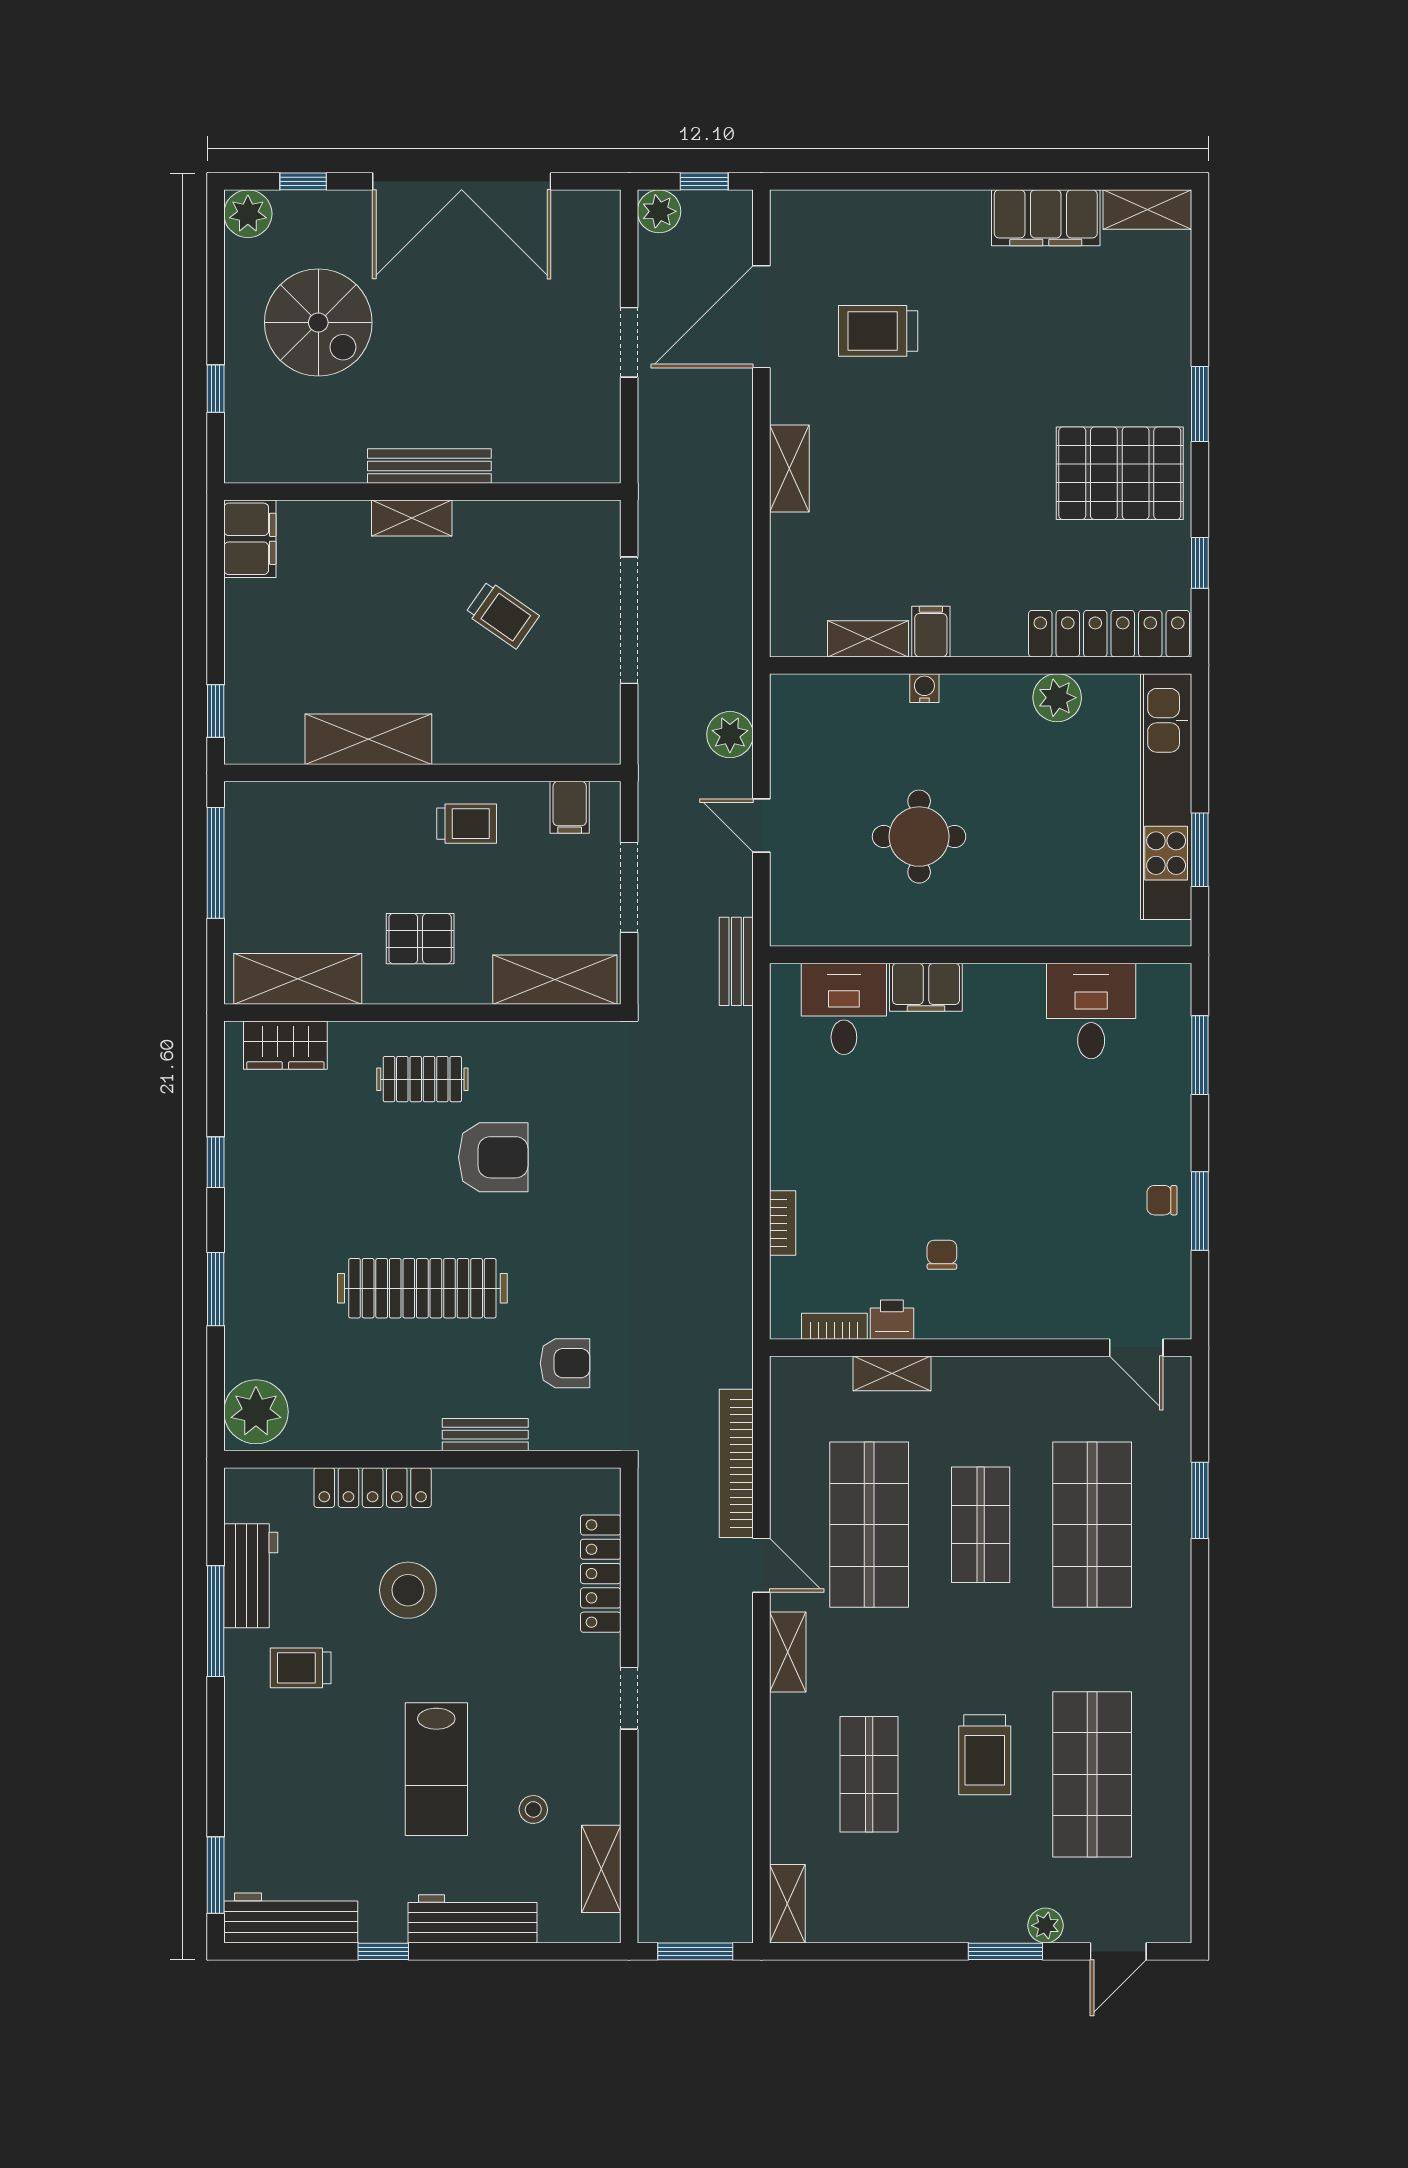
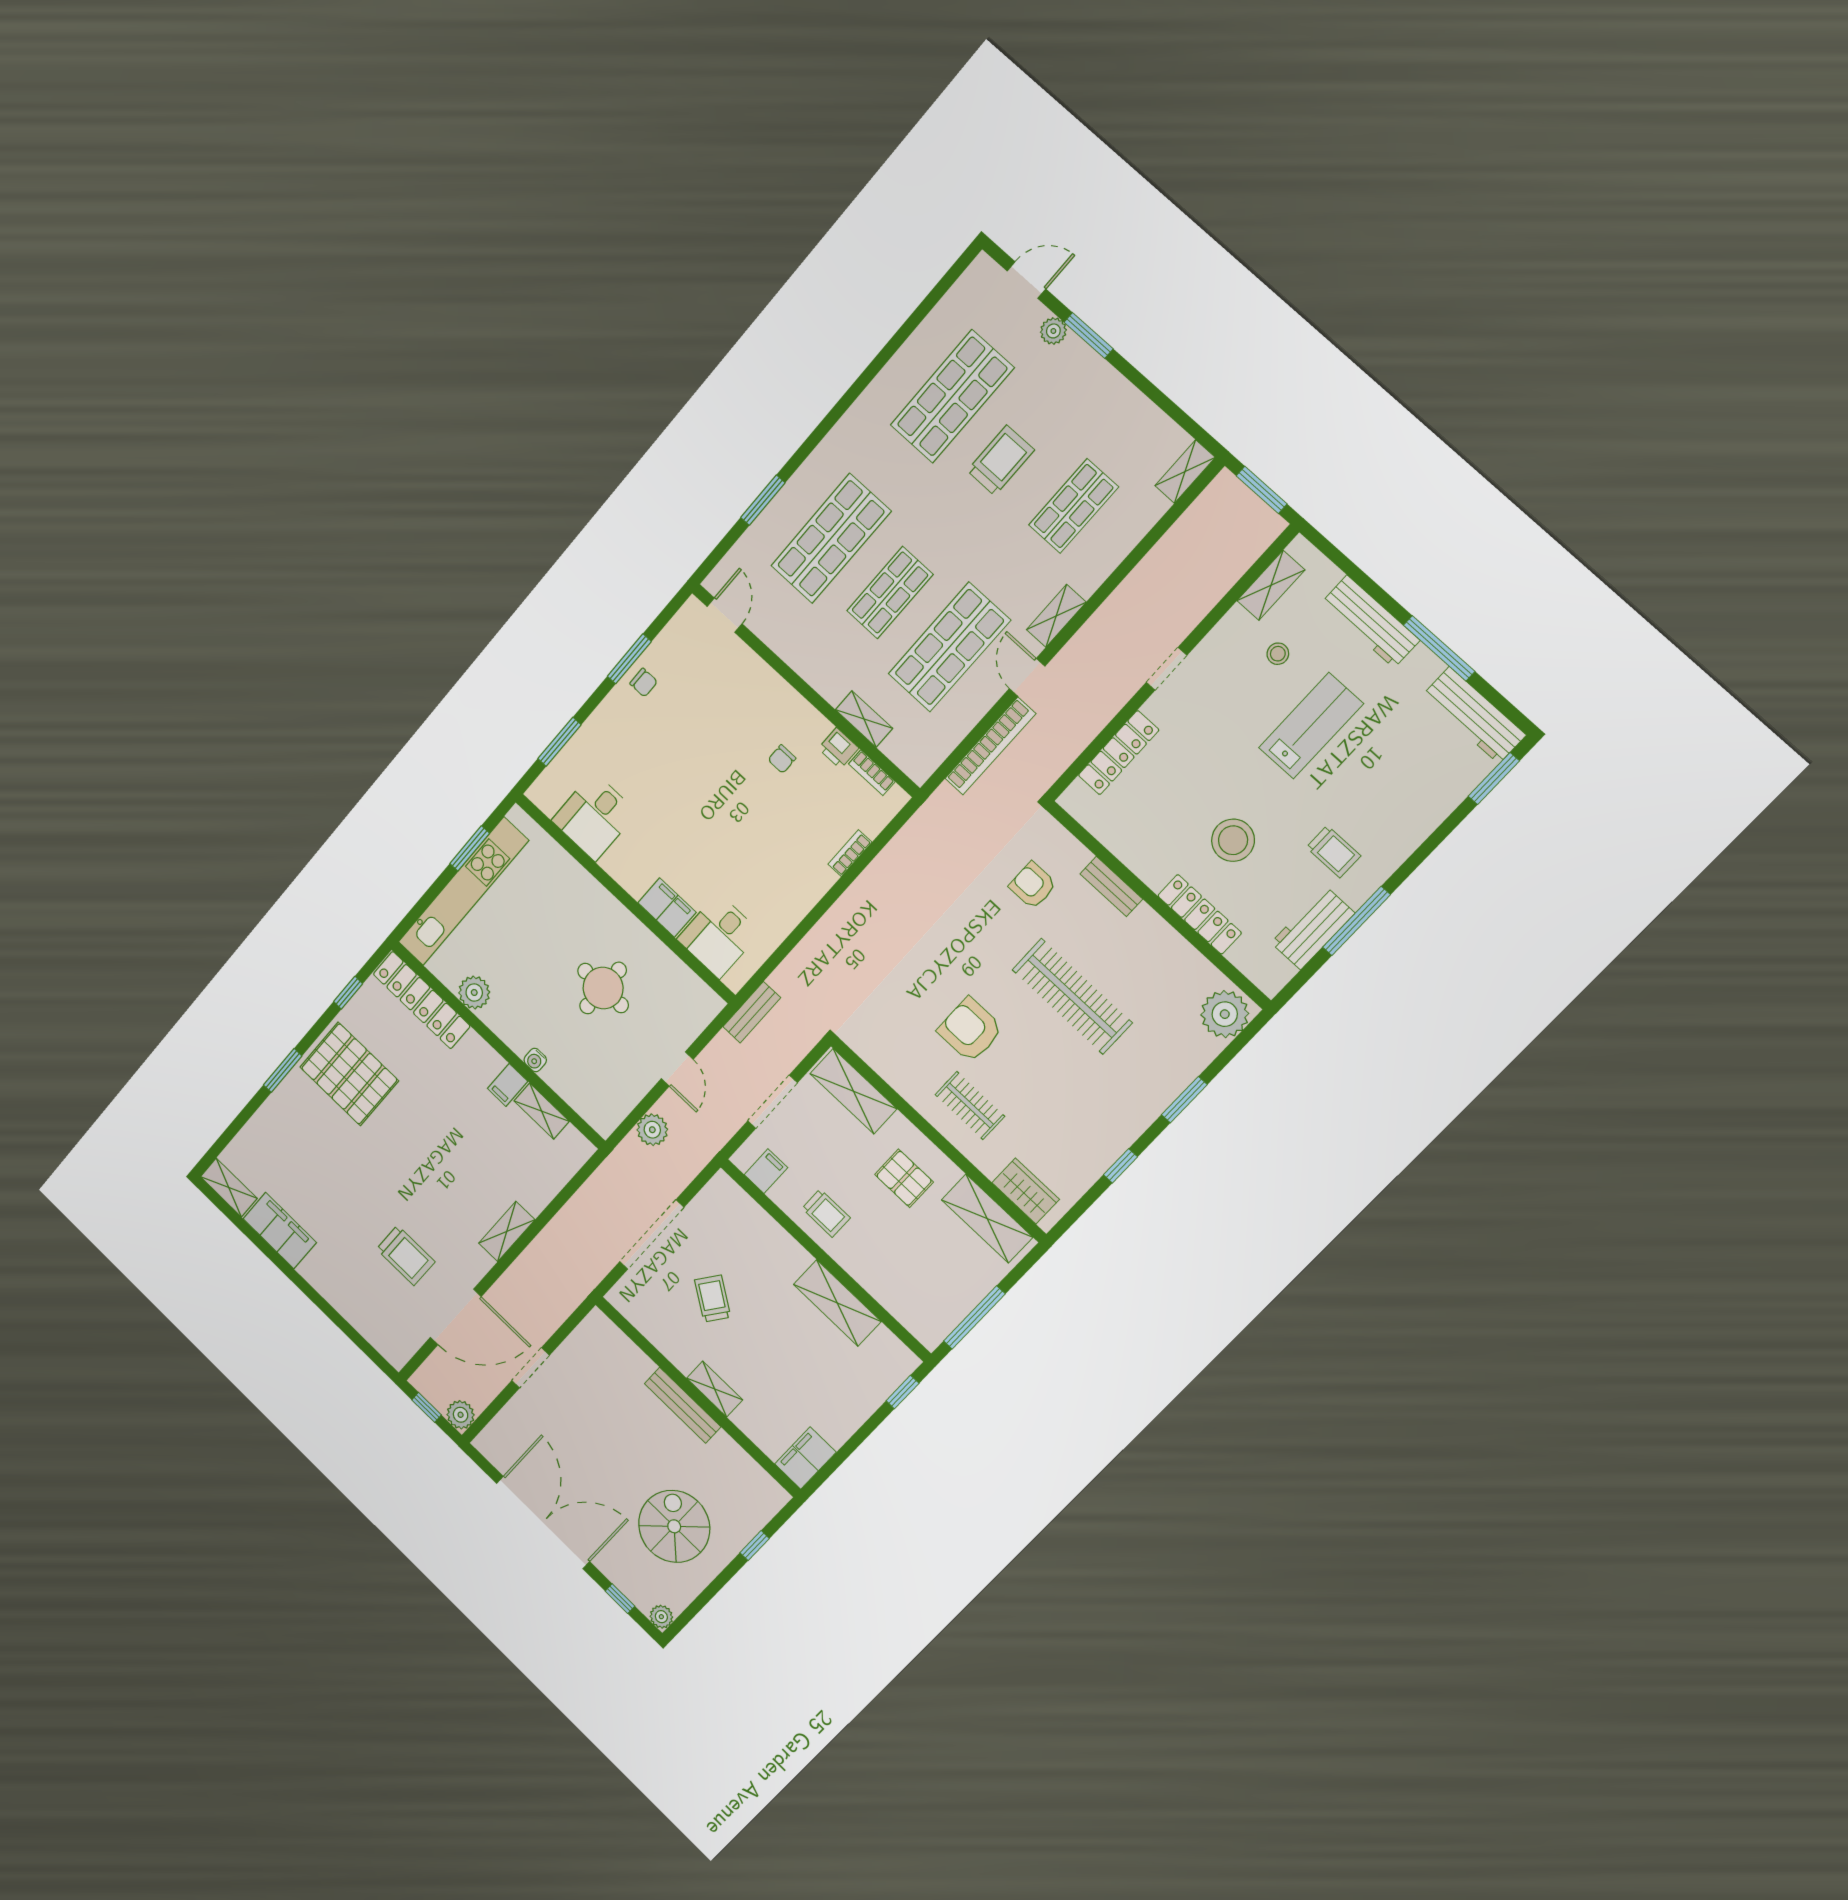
plant: (248, 214) -> (661, 1617), width x0.73, depth x0.73
trolley: (467, 824) -> (826, 1213), turned 180
window: (383, 1951) -> (1439, 648), width x2.17

